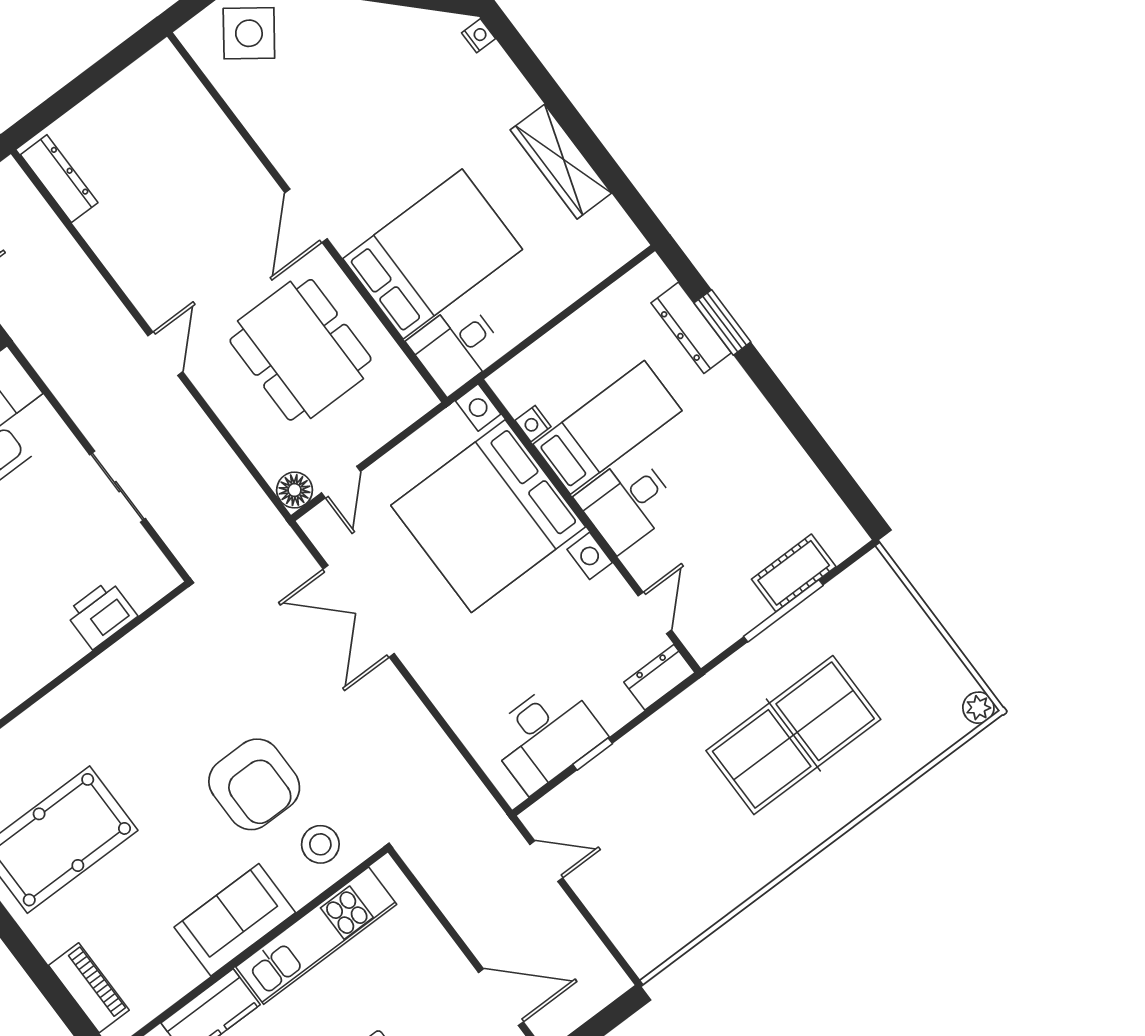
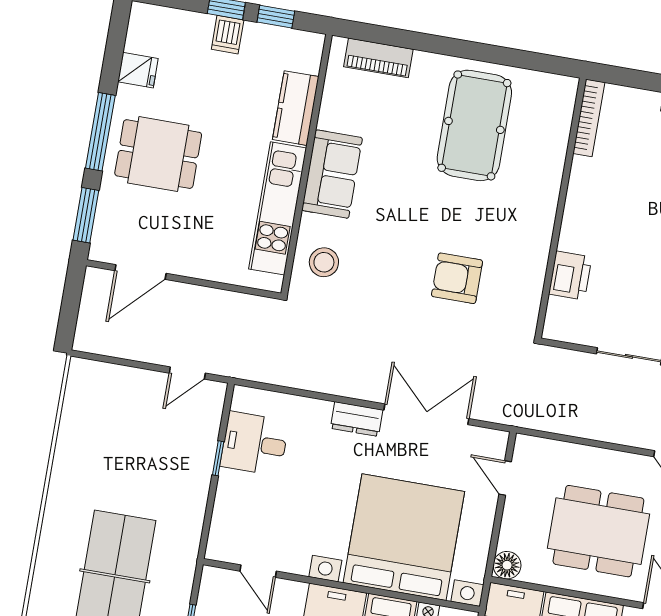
floor lamp: (295, 490) -> (507, 565), moved
dresser: (659, 677) -> (357, 419), moved, turned 90
desk: (546, 736) -> (255, 444), width x0.73
armchair: (254, 784) -> (457, 278), moved, width x0.73, depth x0.73

